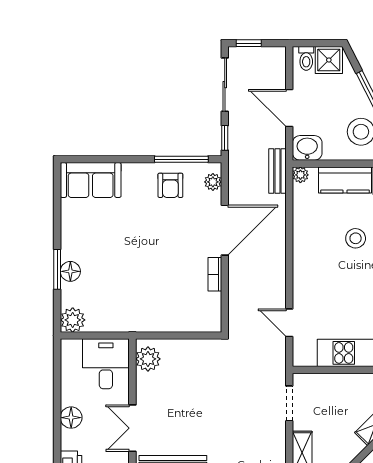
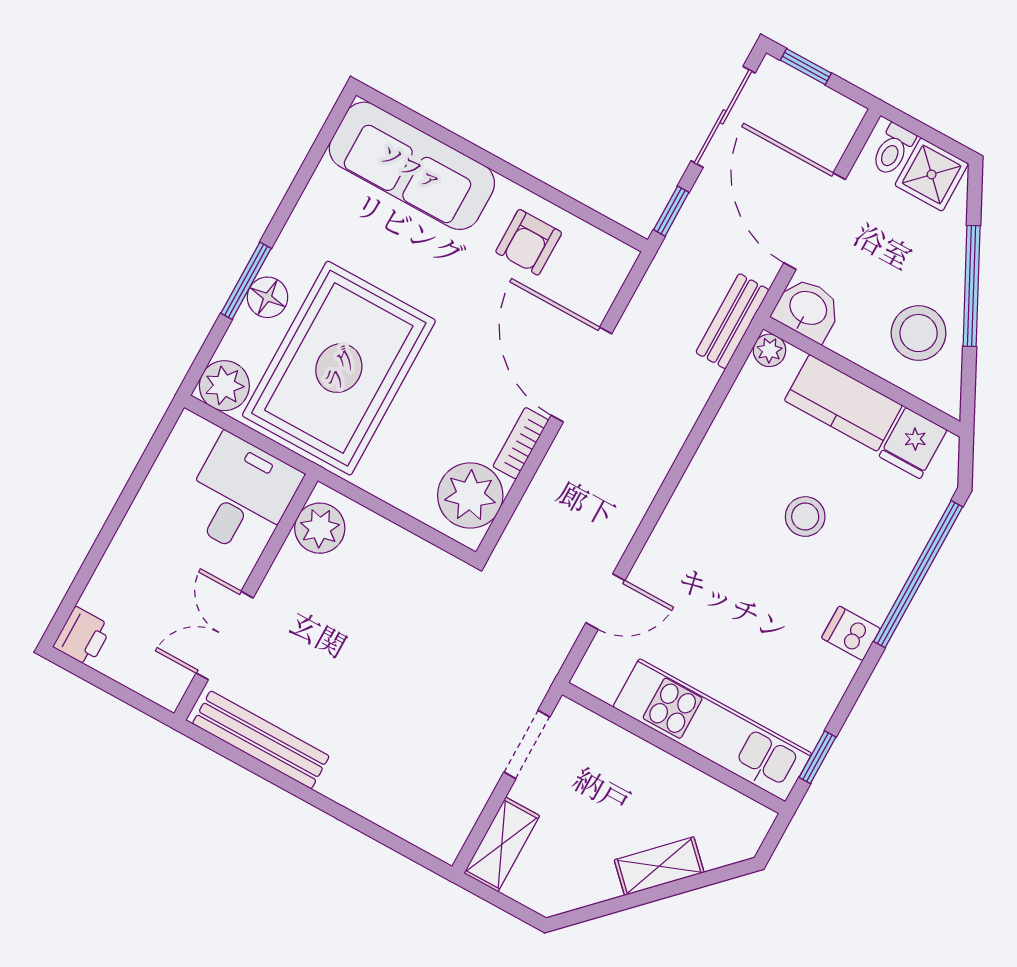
door: (289, 108) -> (815, 221), width x1.36
window: (181, 159) -> (574, 207), removed
sofa: (91, 180) -> (412, 166), width x1.36
plant: (213, 182) -> (470, 495), moved, width x1.87, depth x1.87
door: (225, 230) -> (581, 374), swing flipped
rug: (118, 285) -> (339, 368), added
door: (289, 323) -> (605, 602), swing flipped
floor lamp: (71, 418) -> (127, 557), removed

